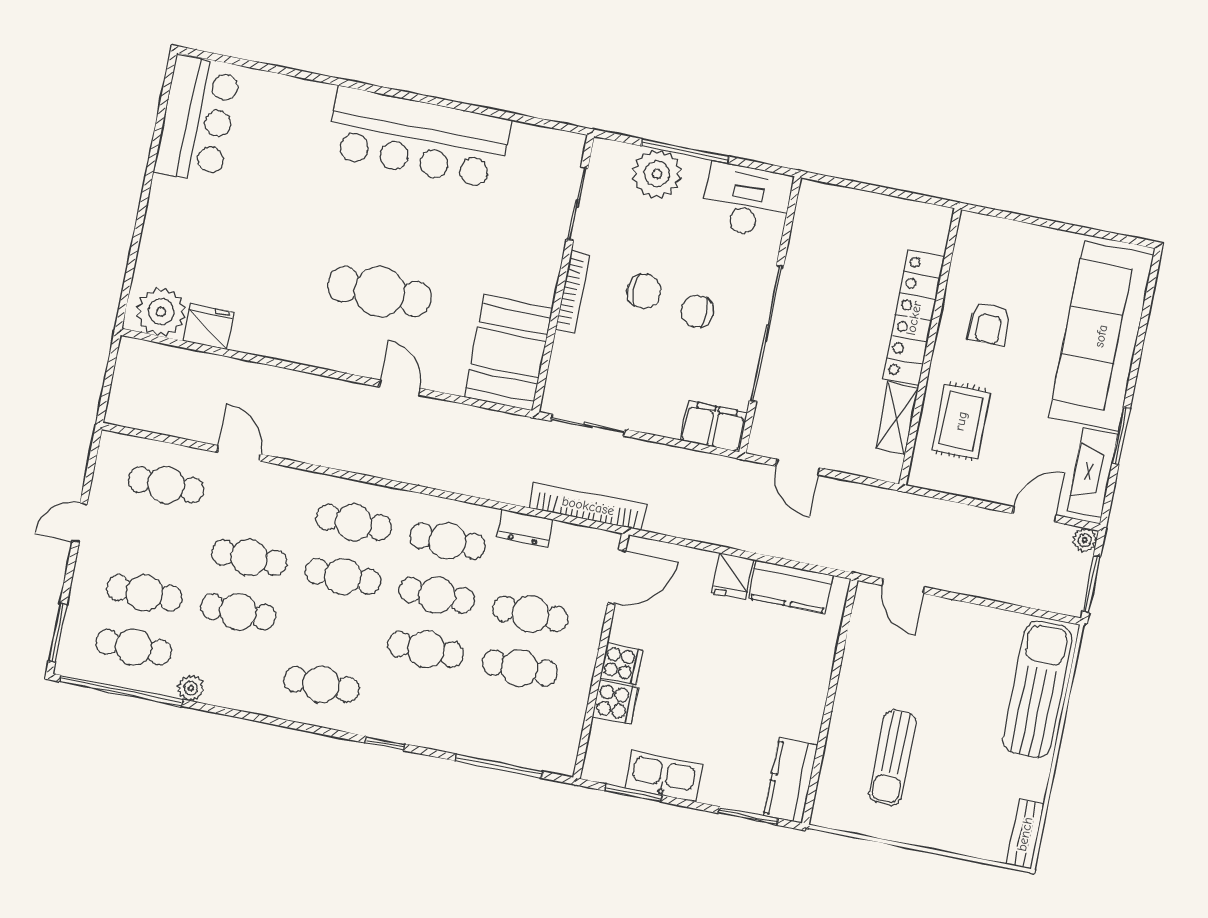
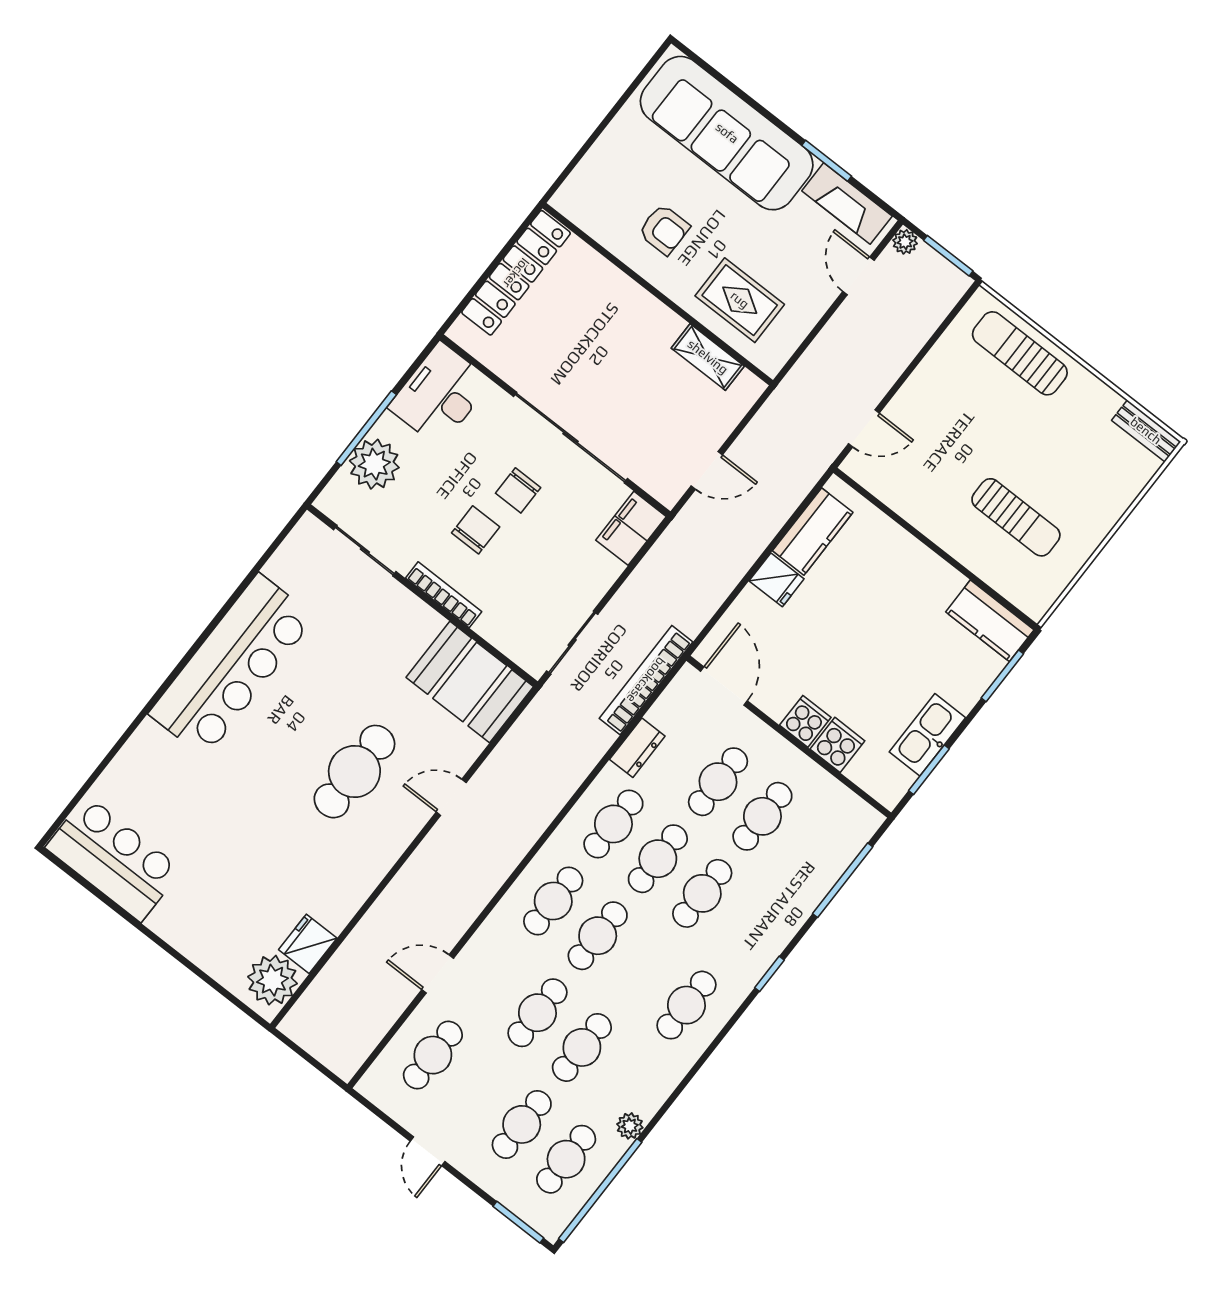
locker: (914, 318) -> (516, 273), moved, turned -90
sun lounger: (1038, 689) -> (1020, 353), width x0.73, depth x0.75

